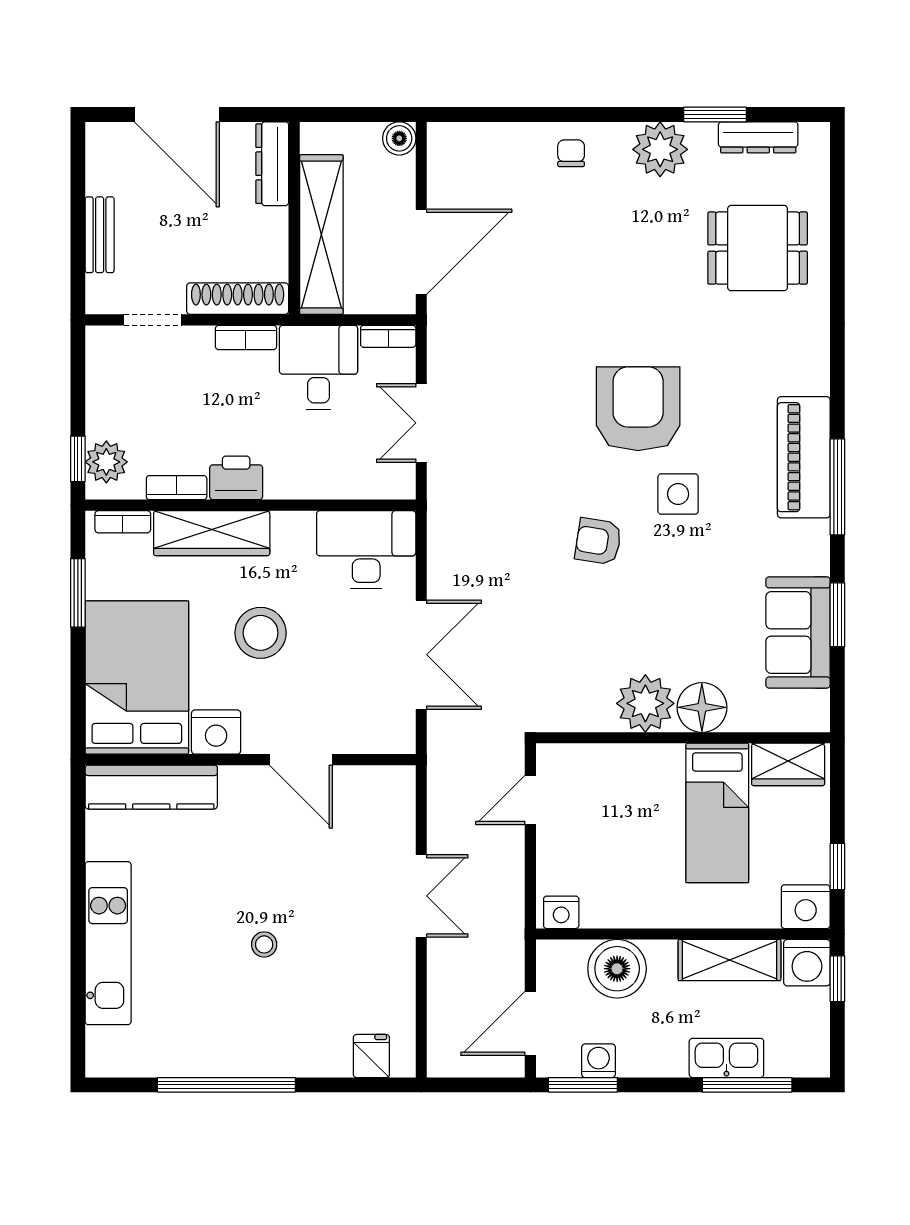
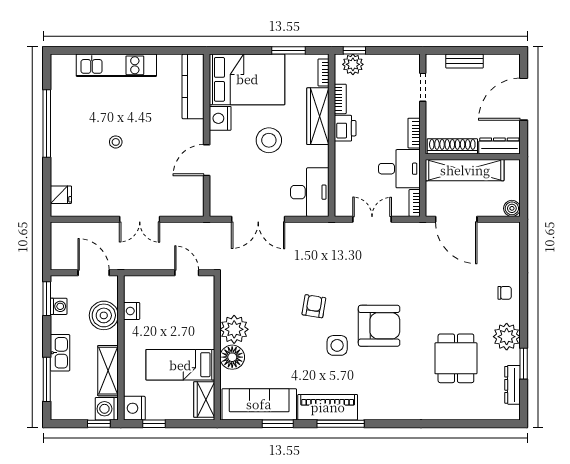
dining table: (758, 248) -> (456, 358), moved
shoe rack: (238, 299) -> (452, 146), moved, turned -90
piano: (804, 457) -> (328, 407), moved
sofa: (798, 632) -> (259, 404), width x1.36
nightstand: (561, 912) -> (132, 311), moved
door: (530, 1023) -> (94, 273), moved
kitchen sink: (726, 1058) -> (60, 353), moved

